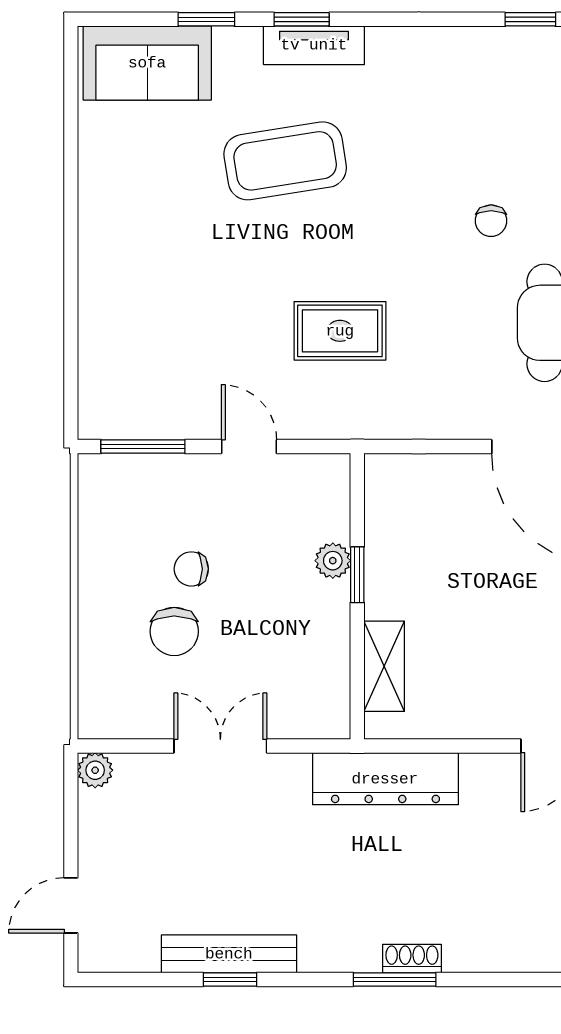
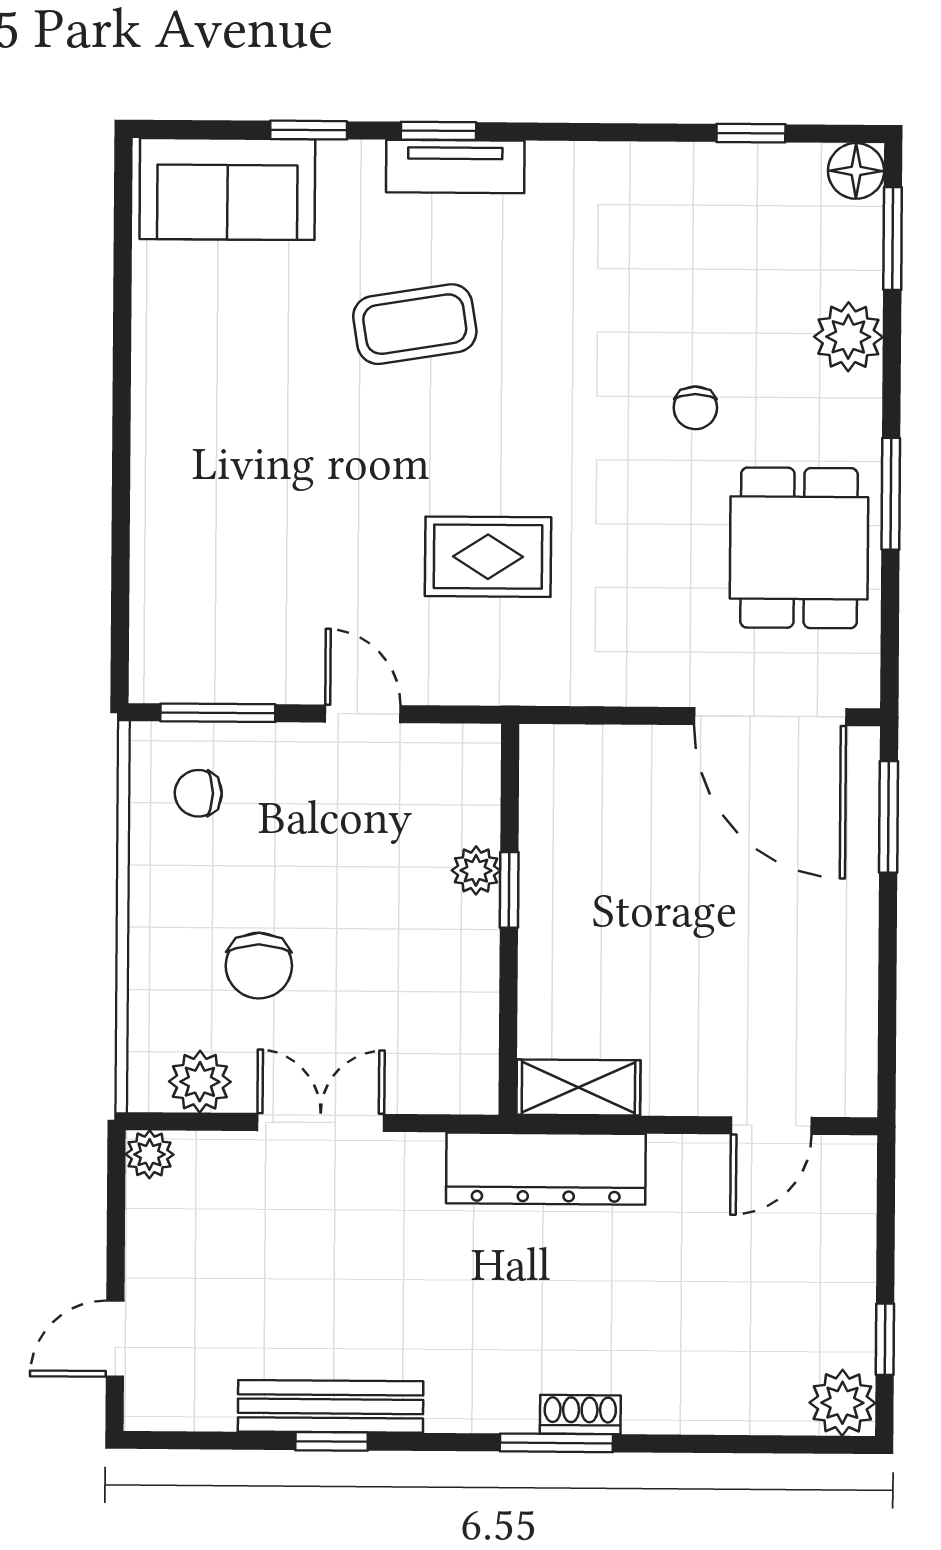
coffee table: (285, 161) -> (415, 324), width x0.73, depth x0.76
chair: (191, 569) -> (198, 793), moved
shelving: (384, 666) -> (578, 1087), moved, turned 90
plant: (132, 717) -> (200, 1082), added

